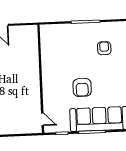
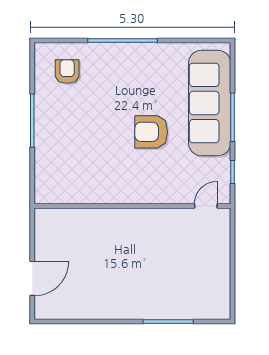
armchair: (104, 48) -> (67, 72), moved, turned 90
armchair: (82, 87) -> (151, 132), turned 180

